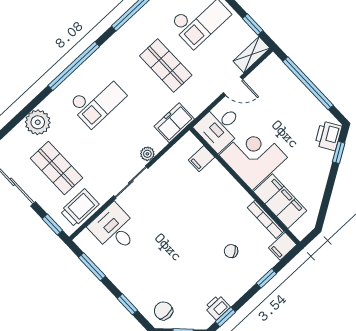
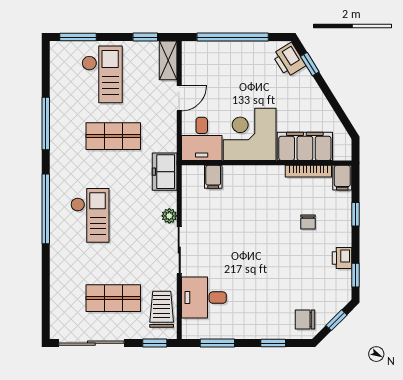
plant: (38, 122) -> (63, 279), removed
chair: (231, 251) -> (308, 222), turned -54
printer: (217, 307) -> (342, 258), moved

